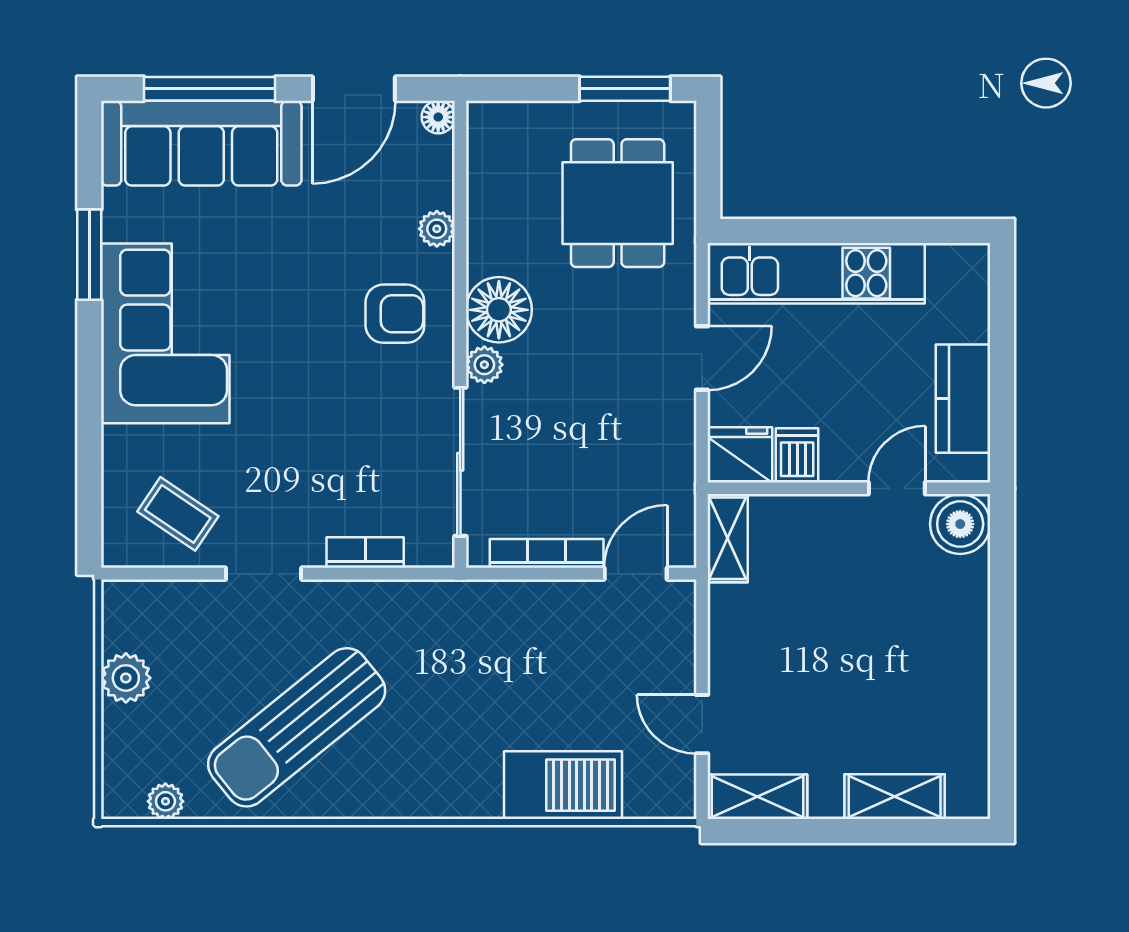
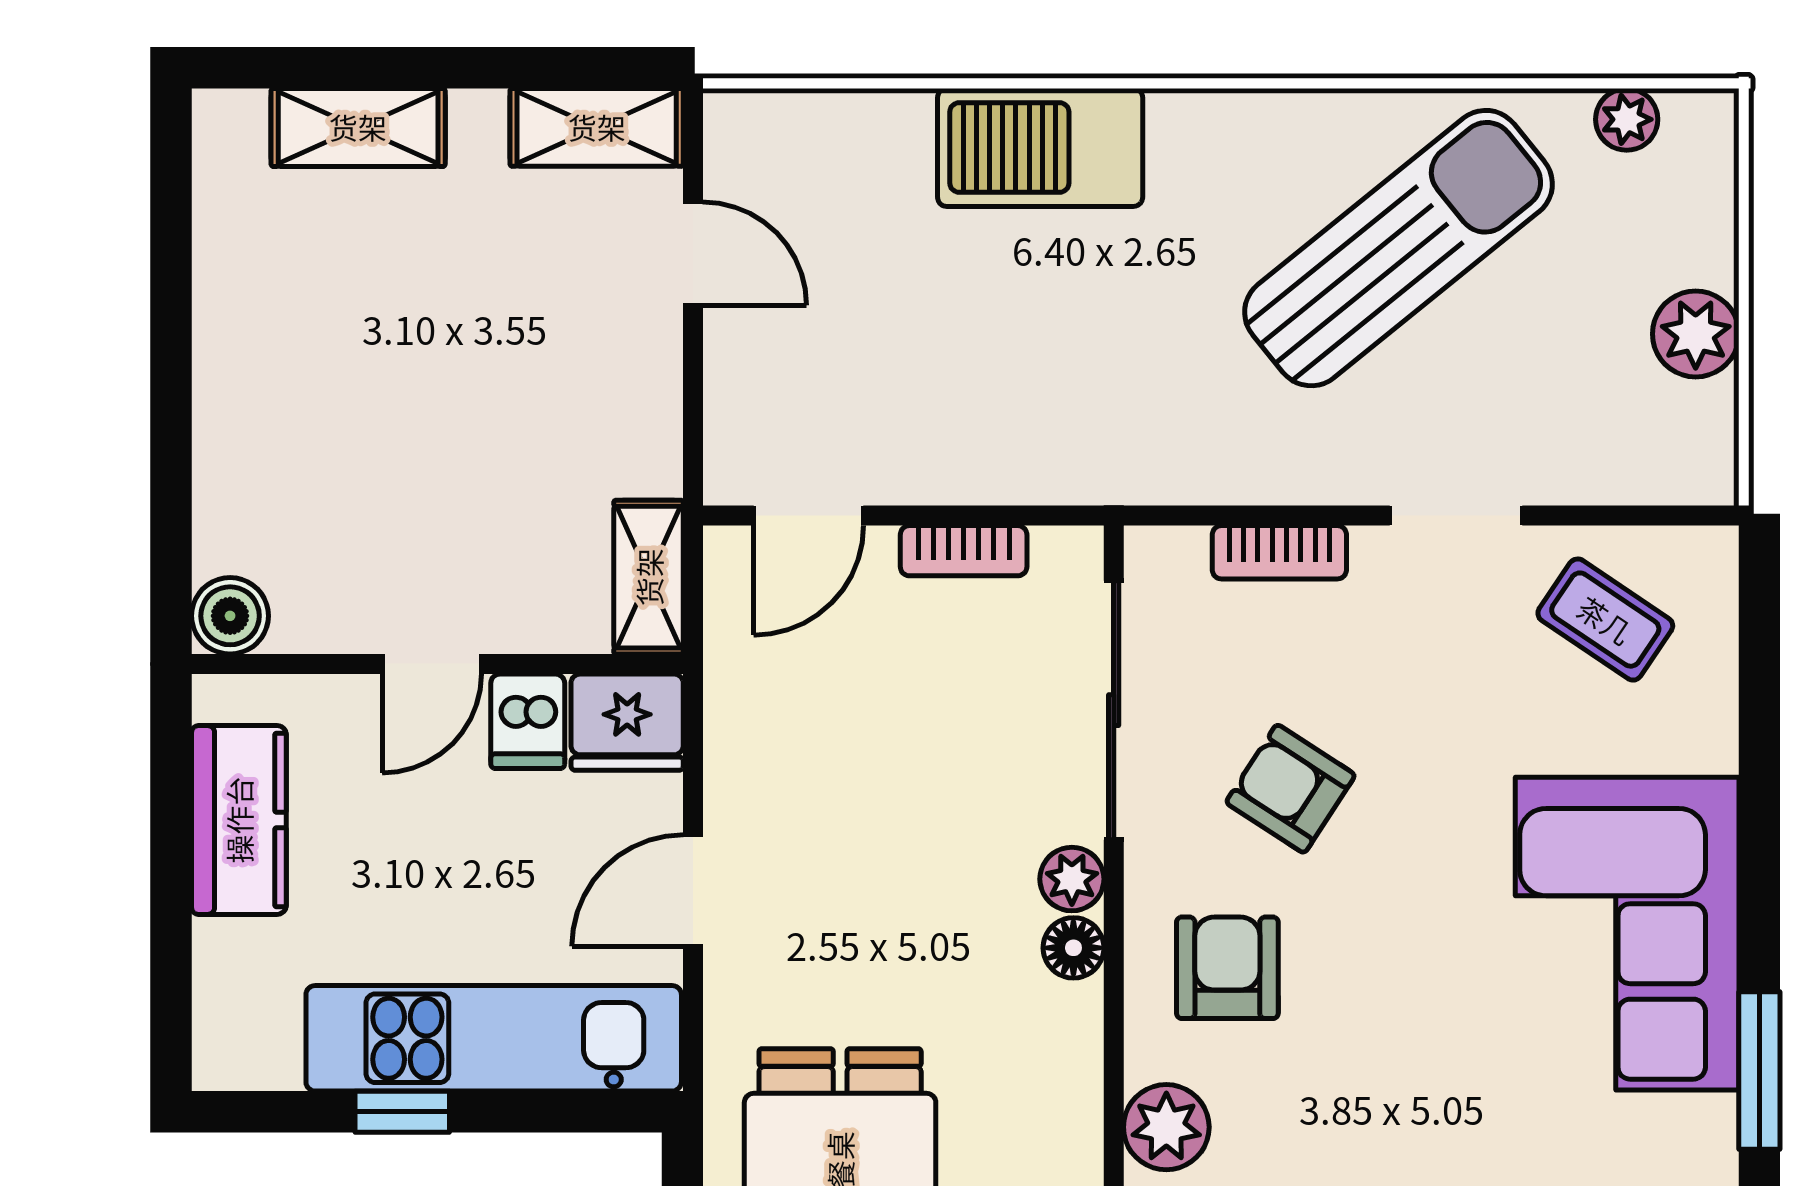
plant: (437, 229) -> (1166, 1127), width x1.38, depth x1.38
window: (869, 231) -> (402, 1112), added
floor lamp: (499, 310) -> (1073, 948), width x0.53, depth x0.53
armchair: (395, 314) -> (1227, 968), turned 90
armchair: (359, 417) -> (1291, 789), added
door: (897, 488) -> (432, 664), moved
boiler: (960, 524) -> (230, 616), width x0.73, depth x0.73
bookcase: (547, 553) -> (964, 551), width x0.64
barbecue: (563, 785) -> (1040, 147), moved

